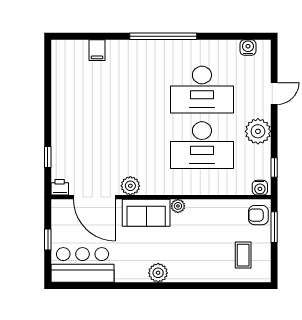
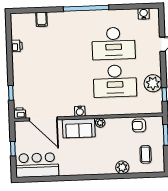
printer: (59, 88) -> (17, 46), added
plant: (258, 131) -> (153, 83), moved
plant: (130, 186) -> (67, 110), removed
water cooler: (260, 188) -> (80, 111), moved
armchair: (258, 215) -> (139, 126), moved
plant: (158, 273) -> (122, 167), moved

